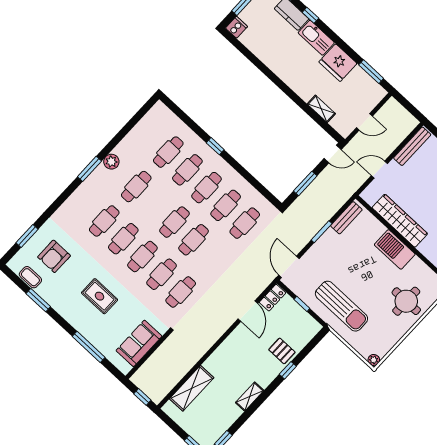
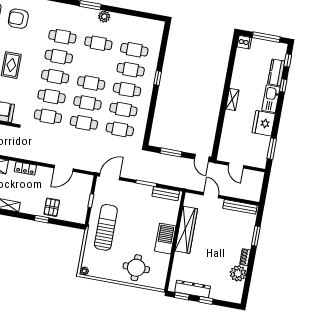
shelving: (321, 109) -> (232, 99), moved
cafe table: (213, 258) -> (84, 123), added
locker: (273, 298) -> (25, 168), moved
sun lounger: (341, 306) -> (106, 227), turned 180

